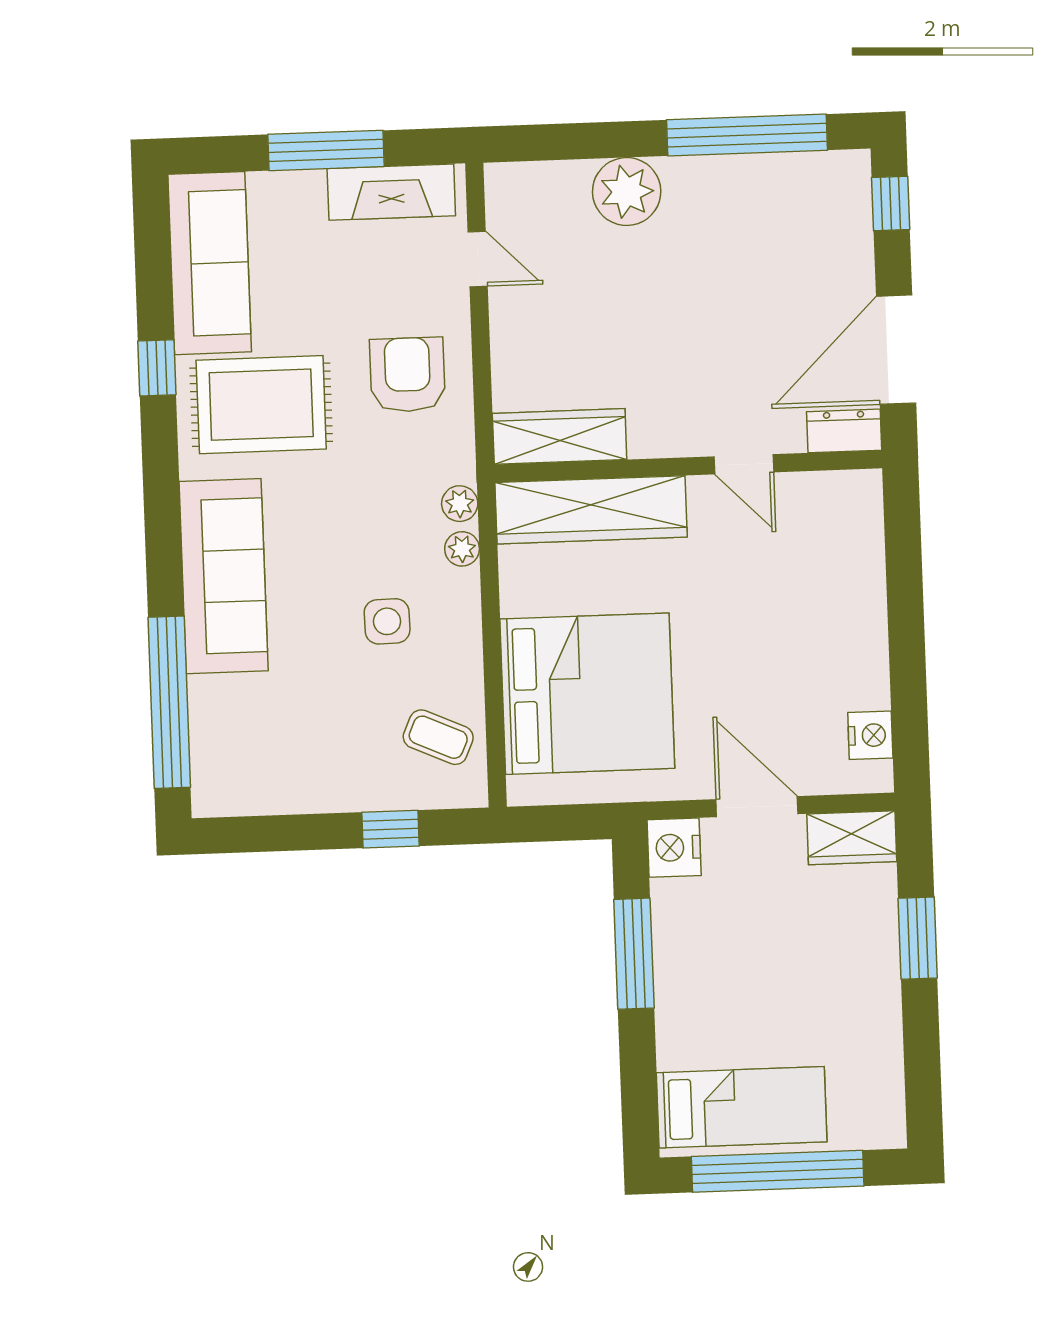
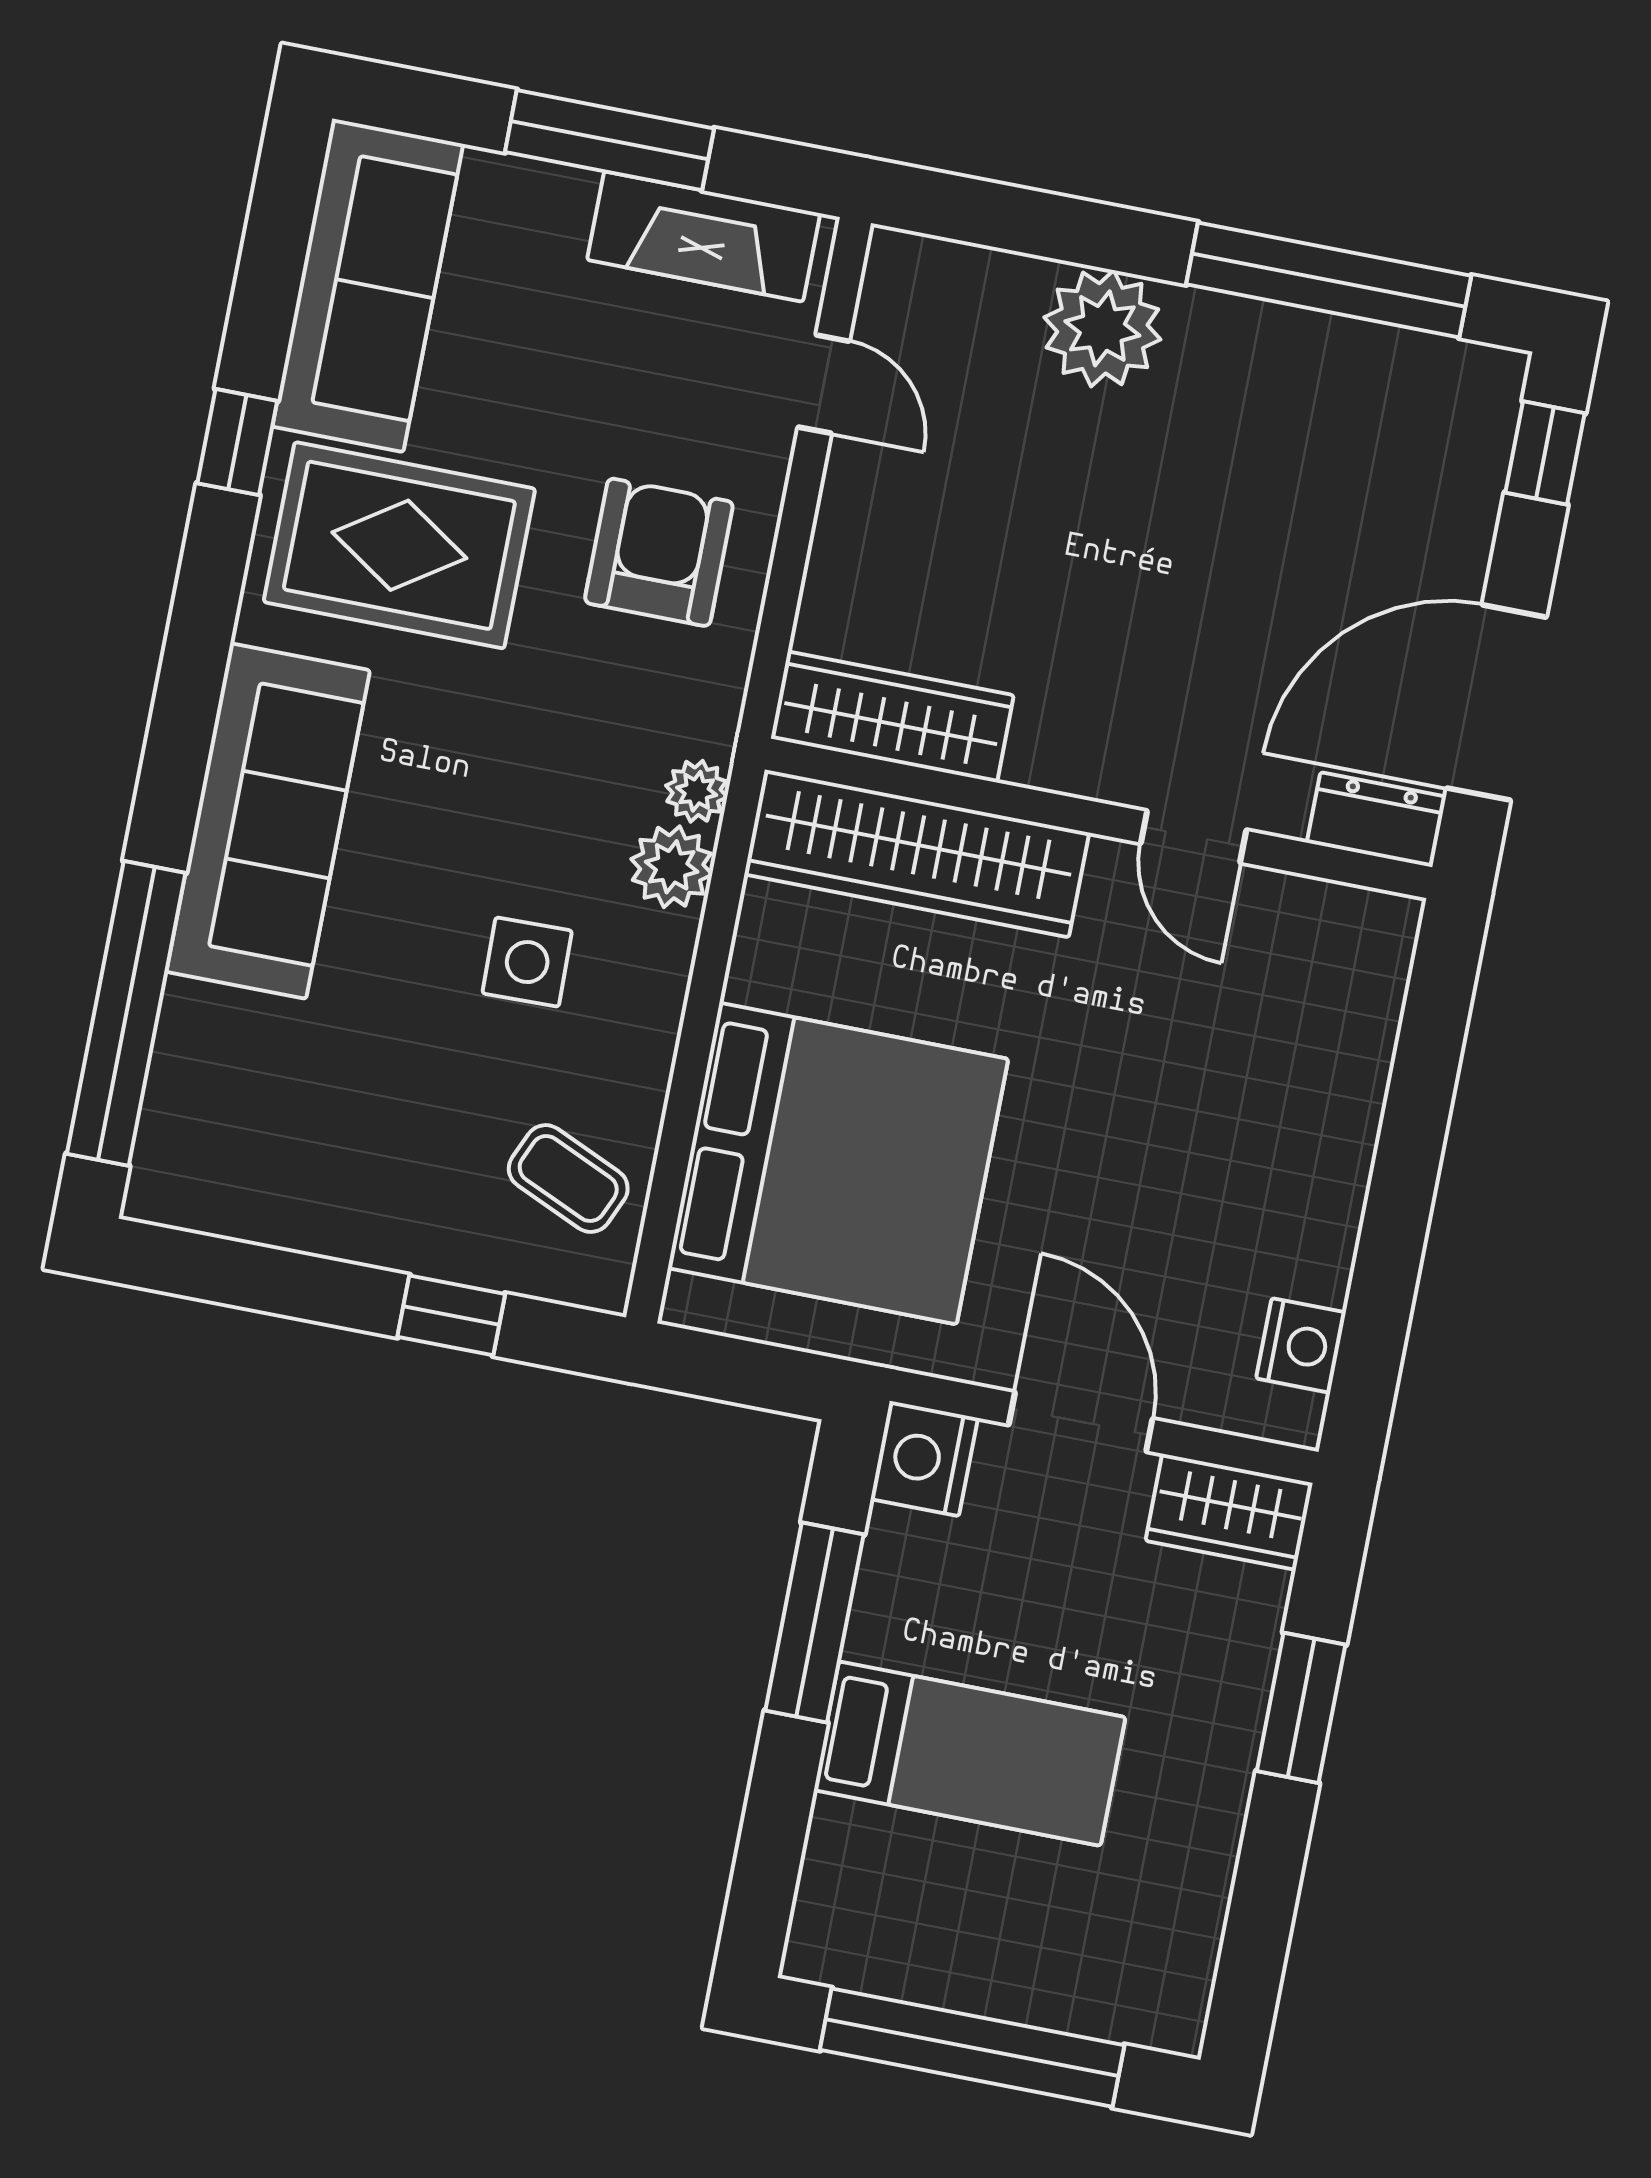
plant: (462, 549) -> (672, 867), width x1.38, depth x1.38
bed: (742, 1107) -> (970, 1754), moved

